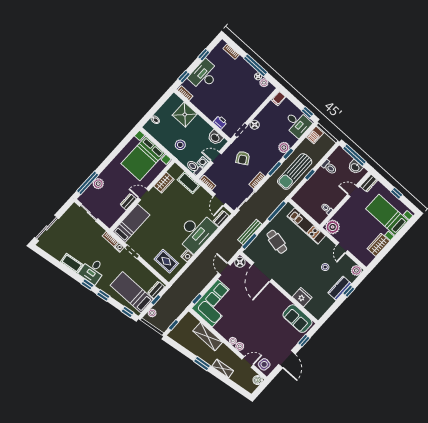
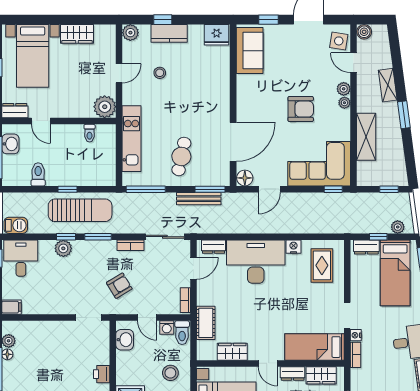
printer: (220, 122) -> (102, 374), moved
floor lamp: (255, 125) -> (68, 307), removed
wardrobe: (115, 214) -> (321, 375), added
fridge: (302, 297) -> (217, 35), moved, turned -90
armchair: (248, 318) -> (301, 109), added

